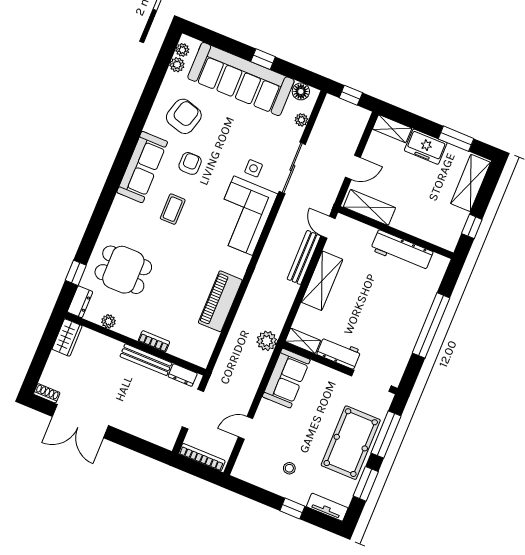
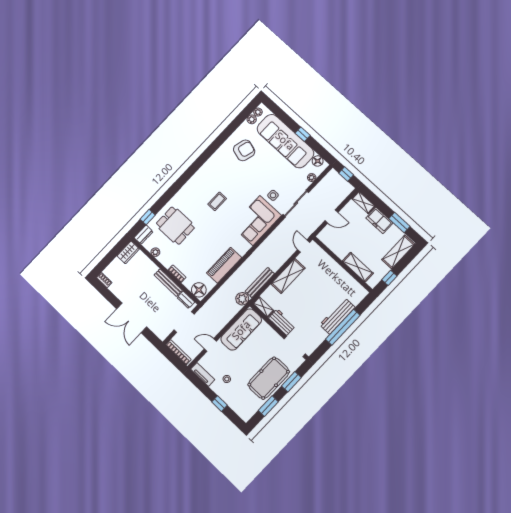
armchair: (190, 163) -> (237, 179), removed
sofa: (142, 167) -> (209, 171), removed
shelving: (369, 207) -> (358, 267), moved
workbench: (402, 251) -> (337, 316), moved, turned 90
bench: (304, 257) -> (260, 283), moved
floor lamp: (197, 353) -> (199, 290), added
sofa: (286, 378) -> (241, 330), width x1.36
double door: (80, 421) -> (132, 318), moved
window: (386, 435) -> (291, 382), width x0.69
tv unit: (327, 507) -> (203, 374), moved

